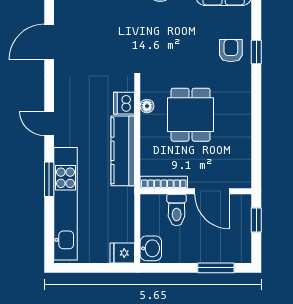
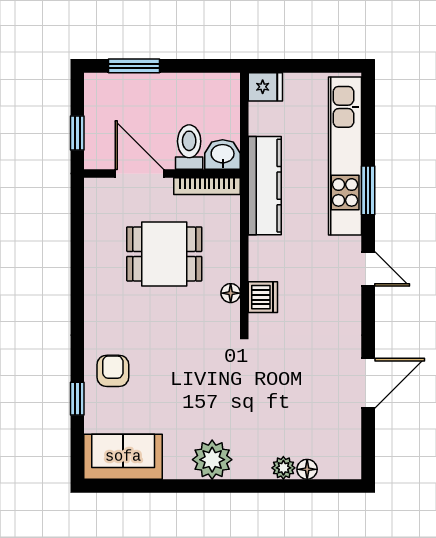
armchair: (231, 51) -> (113, 371), turned 180
window: (256, 52) -> (77, 399), moved
dining table: (191, 115) -> (164, 254), moved, turned 90
kitchen counter: (123, 151) -> (265, 186), moved
washbasin: (151, 248) -> (223, 155), moved, turned 90

